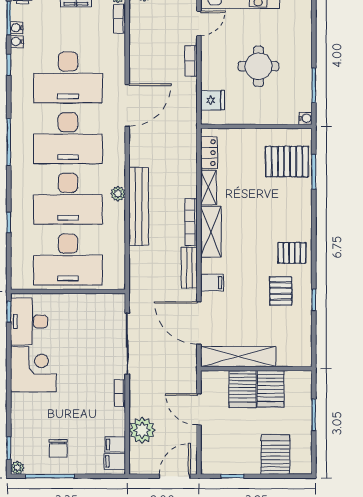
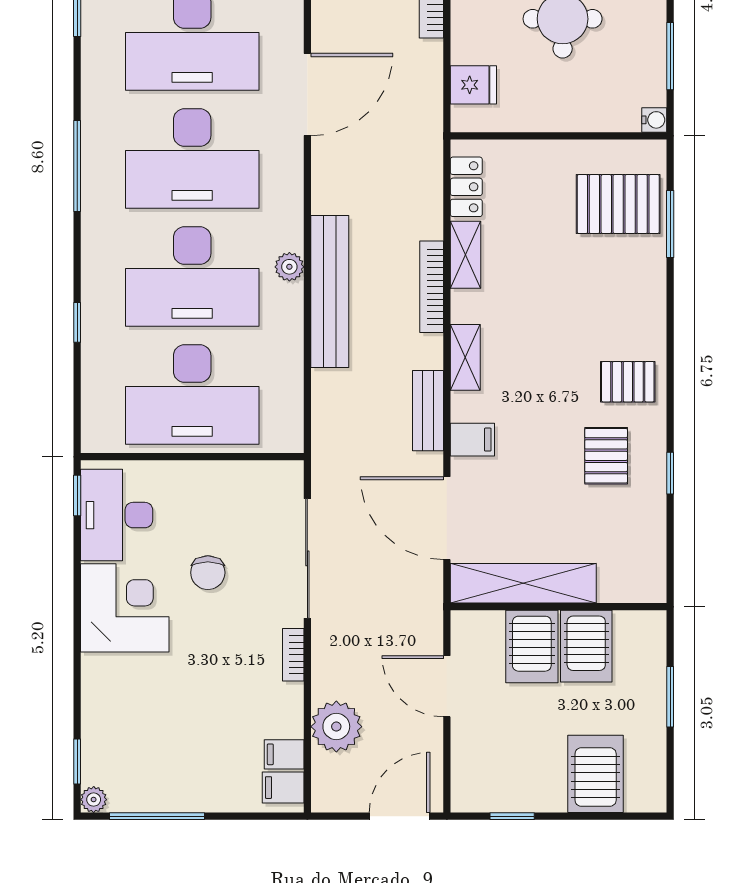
bookcase: (191, 222) -> (432, 287), moved
shelving: (211, 232) -> (465, 357), width x0.67, depth x0.75
chair: (58, 448) -> (208, 573), moved

